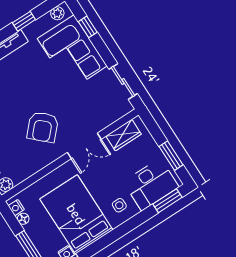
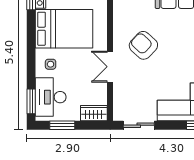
wardrobe: (124, 135) -> (94, 113), moved, turned 90

